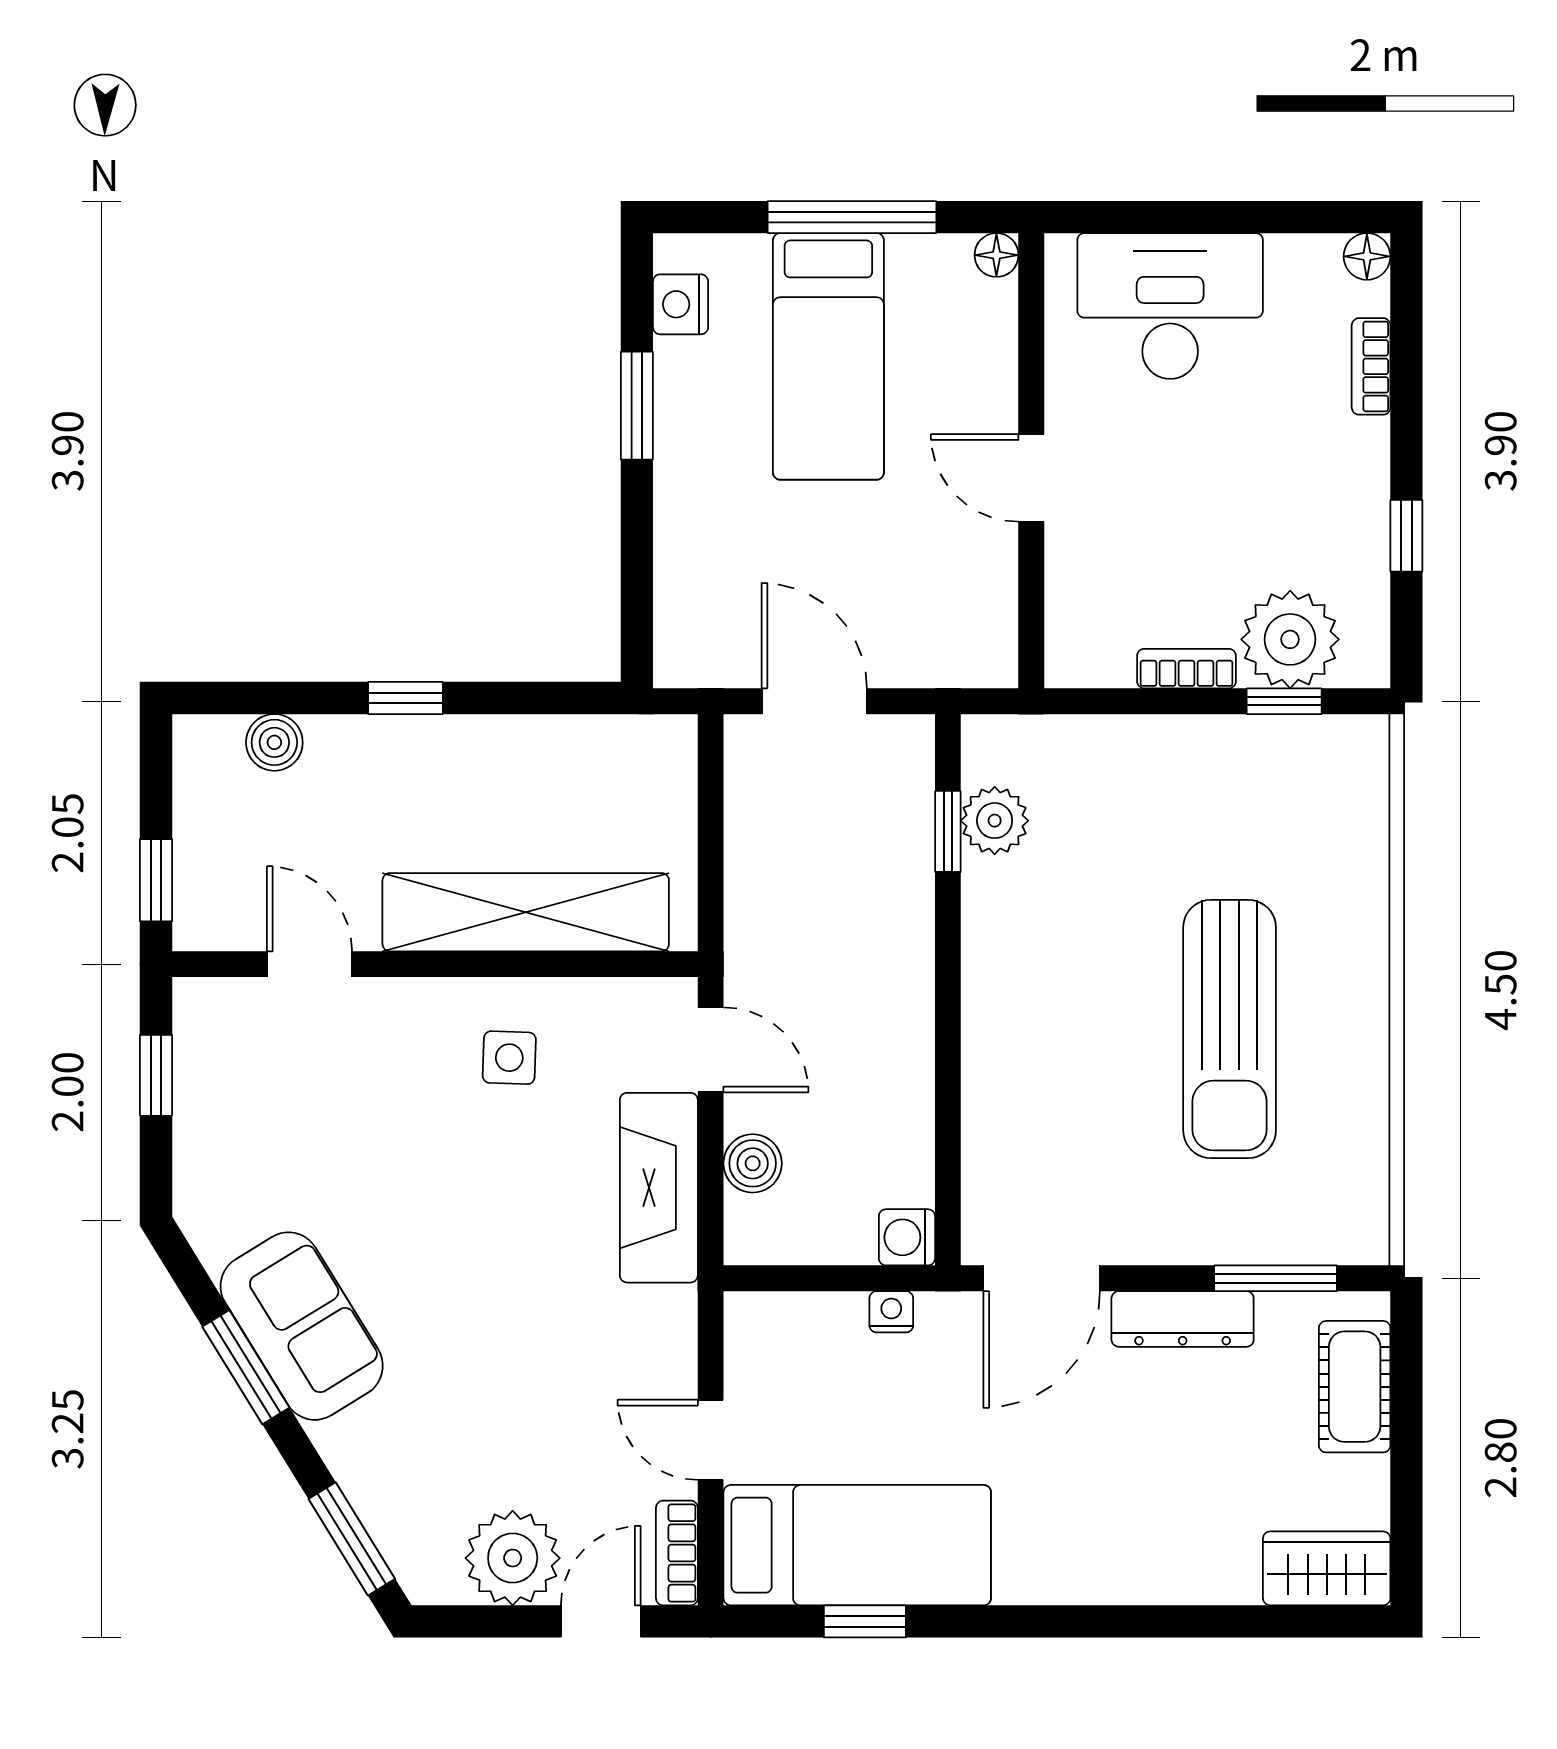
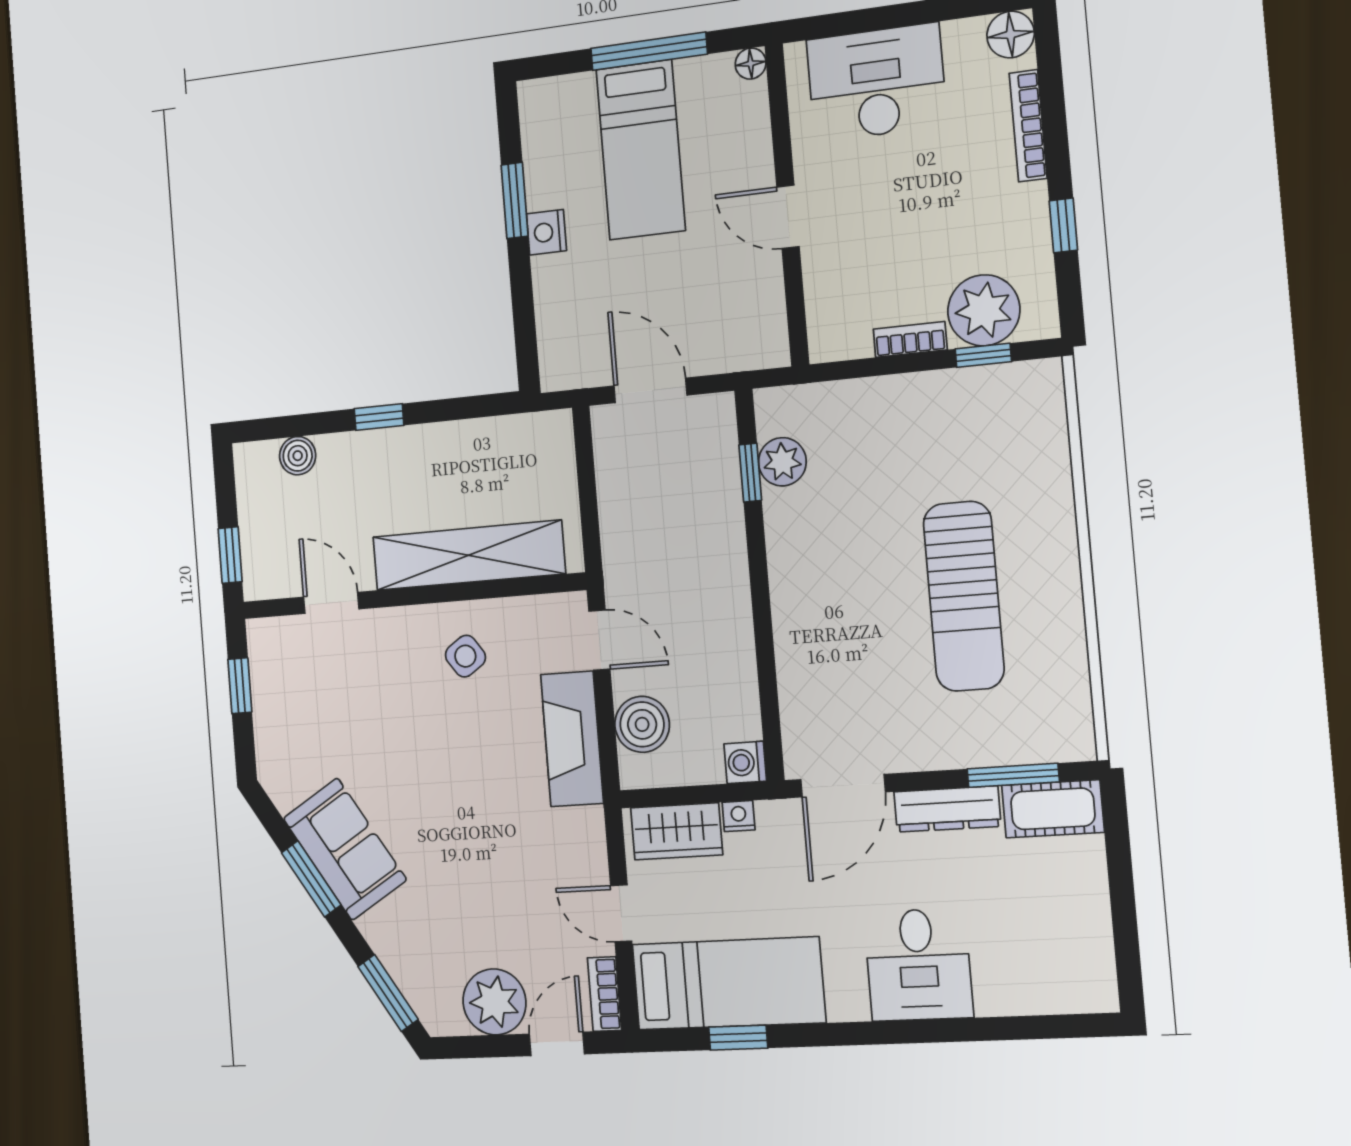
floor lamp: (1367, 256) -> (1011, 34), width x1.37, depth x1.37
nightstand: (681, 304) -> (546, 232), moved
bookcase: (1371, 366) -> (1028, 126), width x1.56
side table: (509, 1058) -> (465, 656), turned -37
boiler: (753, 1163) -> (642, 724), width x1.36, depth x1.36
cot: (1355, 1387) -> (1053, 809), moved, turned 90
desk: (1125, 1530) -> (918, 965), added
wardrobe: (1327, 1568) -> (676, 831), moved, turned 180

